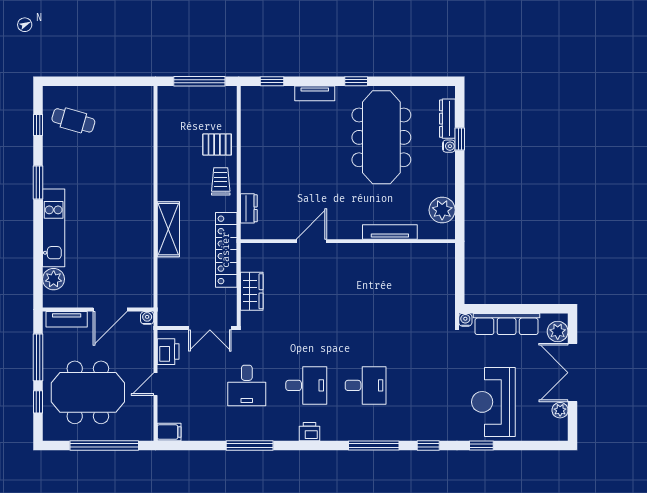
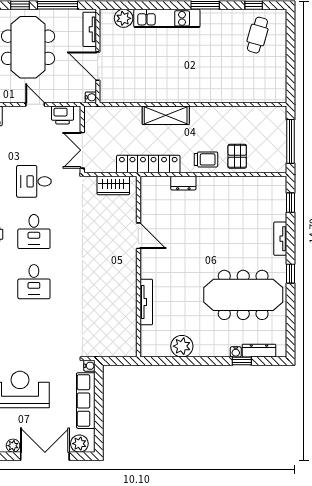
tv unit: (390, 232) -> (146, 302), moved
door: (311, 241) -> (138, 236), moved
wall: (348, 241) -> (138, 267), moved

